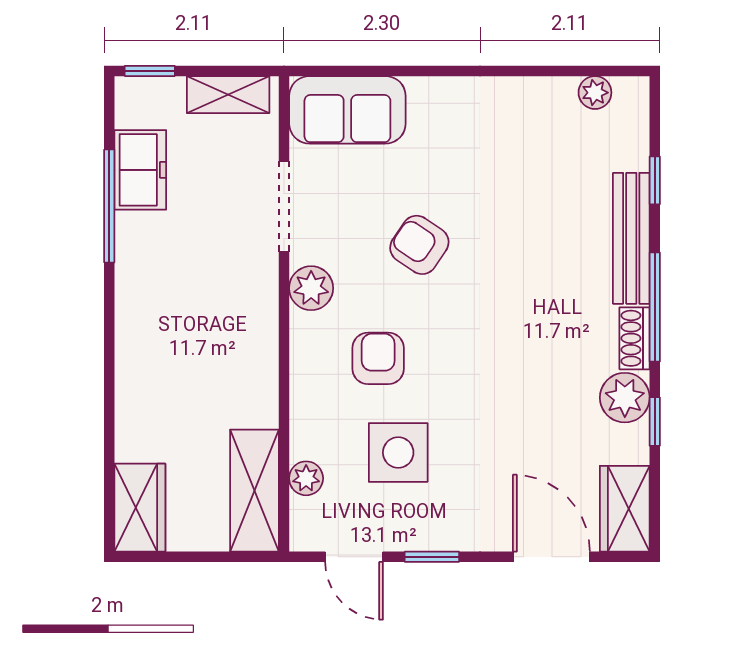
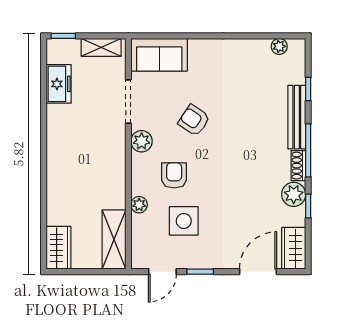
window: (109, 206) -> (44, 101), removed
plant: (306, 478) -> (139, 205), moved
door: (354, 557) -> (162, 272), hinge flipped
door: (551, 557) -> (258, 272), hinge flipped

